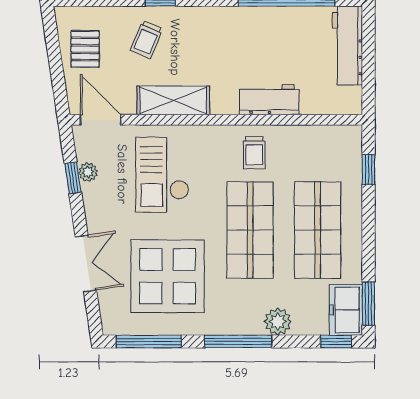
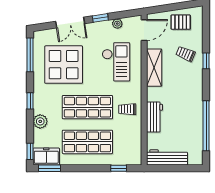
workbench: (348, 46) -> (167, 157), moved
checkout: (162, 175) -> (116, 62), turned 90
window: (73, 178) -> (100, 18), moved
window: (238, 341) -> (30, 101), width x0.46

